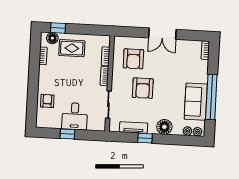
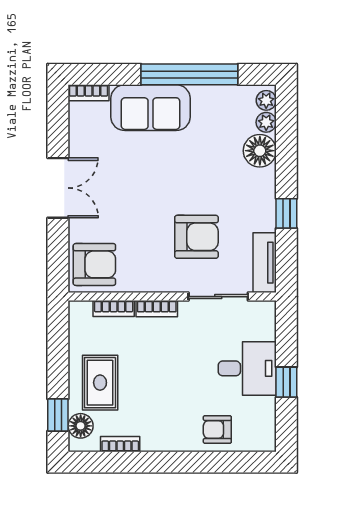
armchair: (133, 59) -> (94, 264), moved
armchair: (143, 88) -> (196, 237), moved
sofa: (196, 102) -> (151, 108), moved
tv unit: (134, 127) -> (265, 263), moved
floor lamp: (164, 127) -> (260, 151), moved

